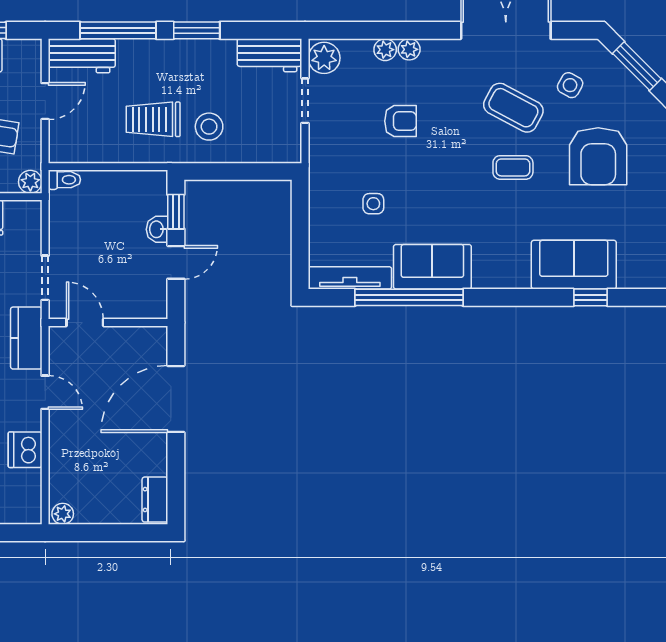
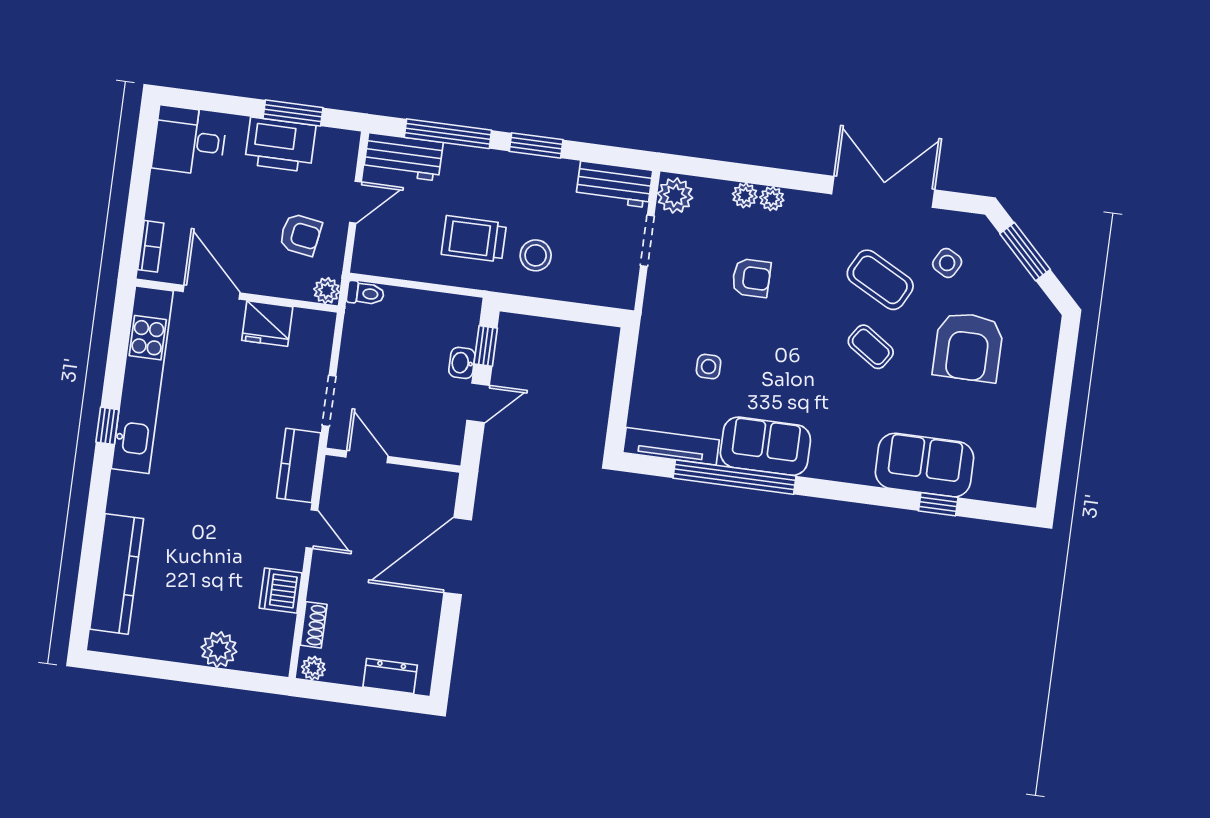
coffee table: (513, 167) -> (871, 347), turned 34
shoe rack: (58, 476) -> (314, 625), added
dresser: (155, 500) -> (390, 676), moved, turned 90

